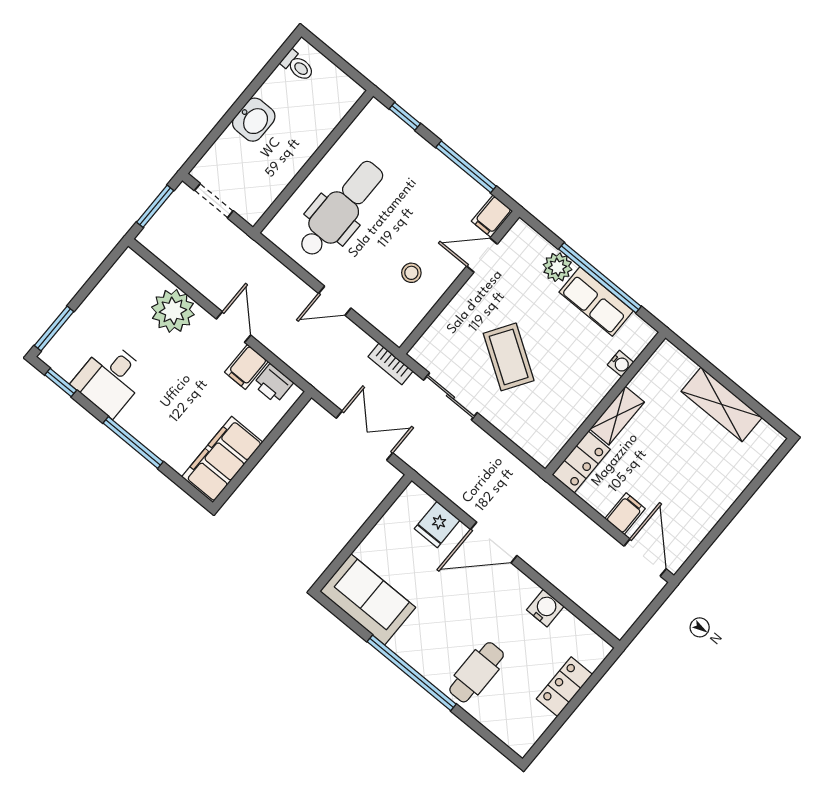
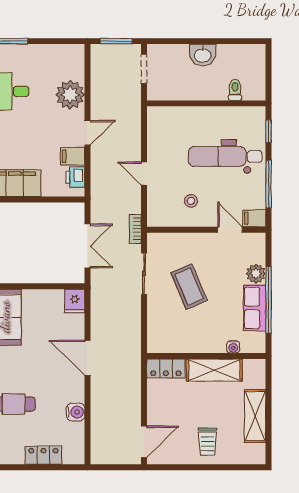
toilet: (298, 66) -> (235, 90), moved, turned 180
dental chair: (341, 209) -> (225, 156), moved, turned 180
coffee table: (509, 357) -> (189, 287), turned -56
shelving: (617, 416) -> (214, 370), width x1.50, depth x1.33
trolley: (706, 484) -> (207, 442), added
filing cabinet: (625, 514) -> (158, 413), removed
fridge: (437, 524) -> (75, 301), moved, turned -90

